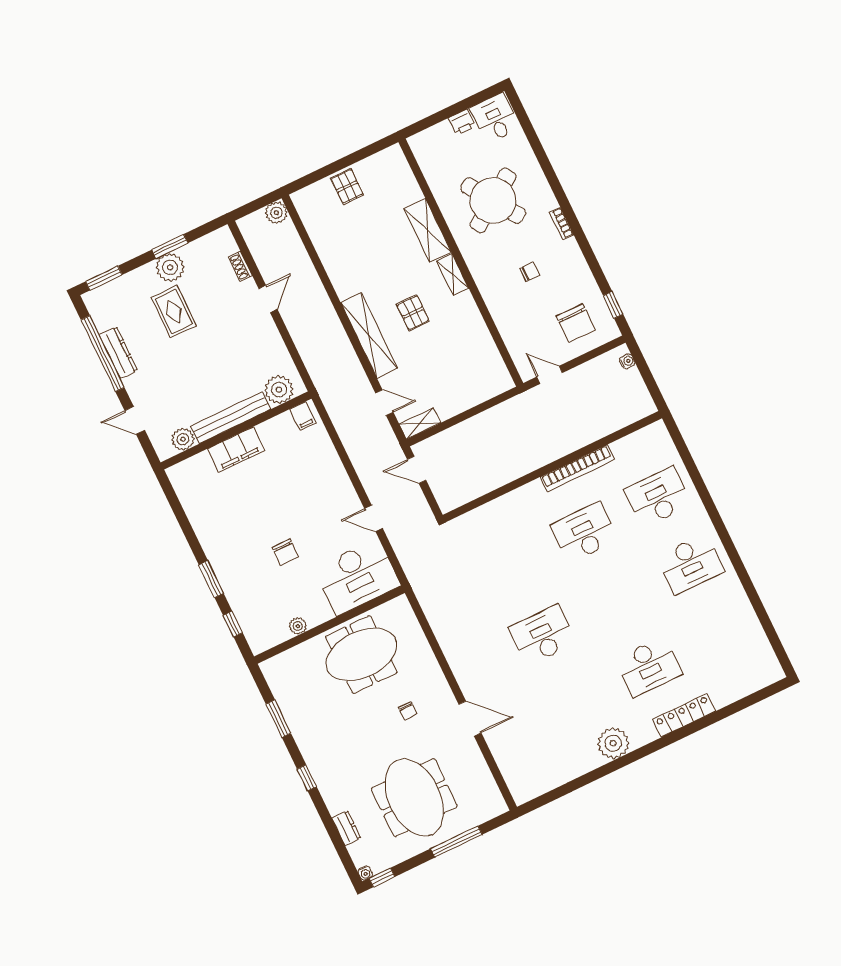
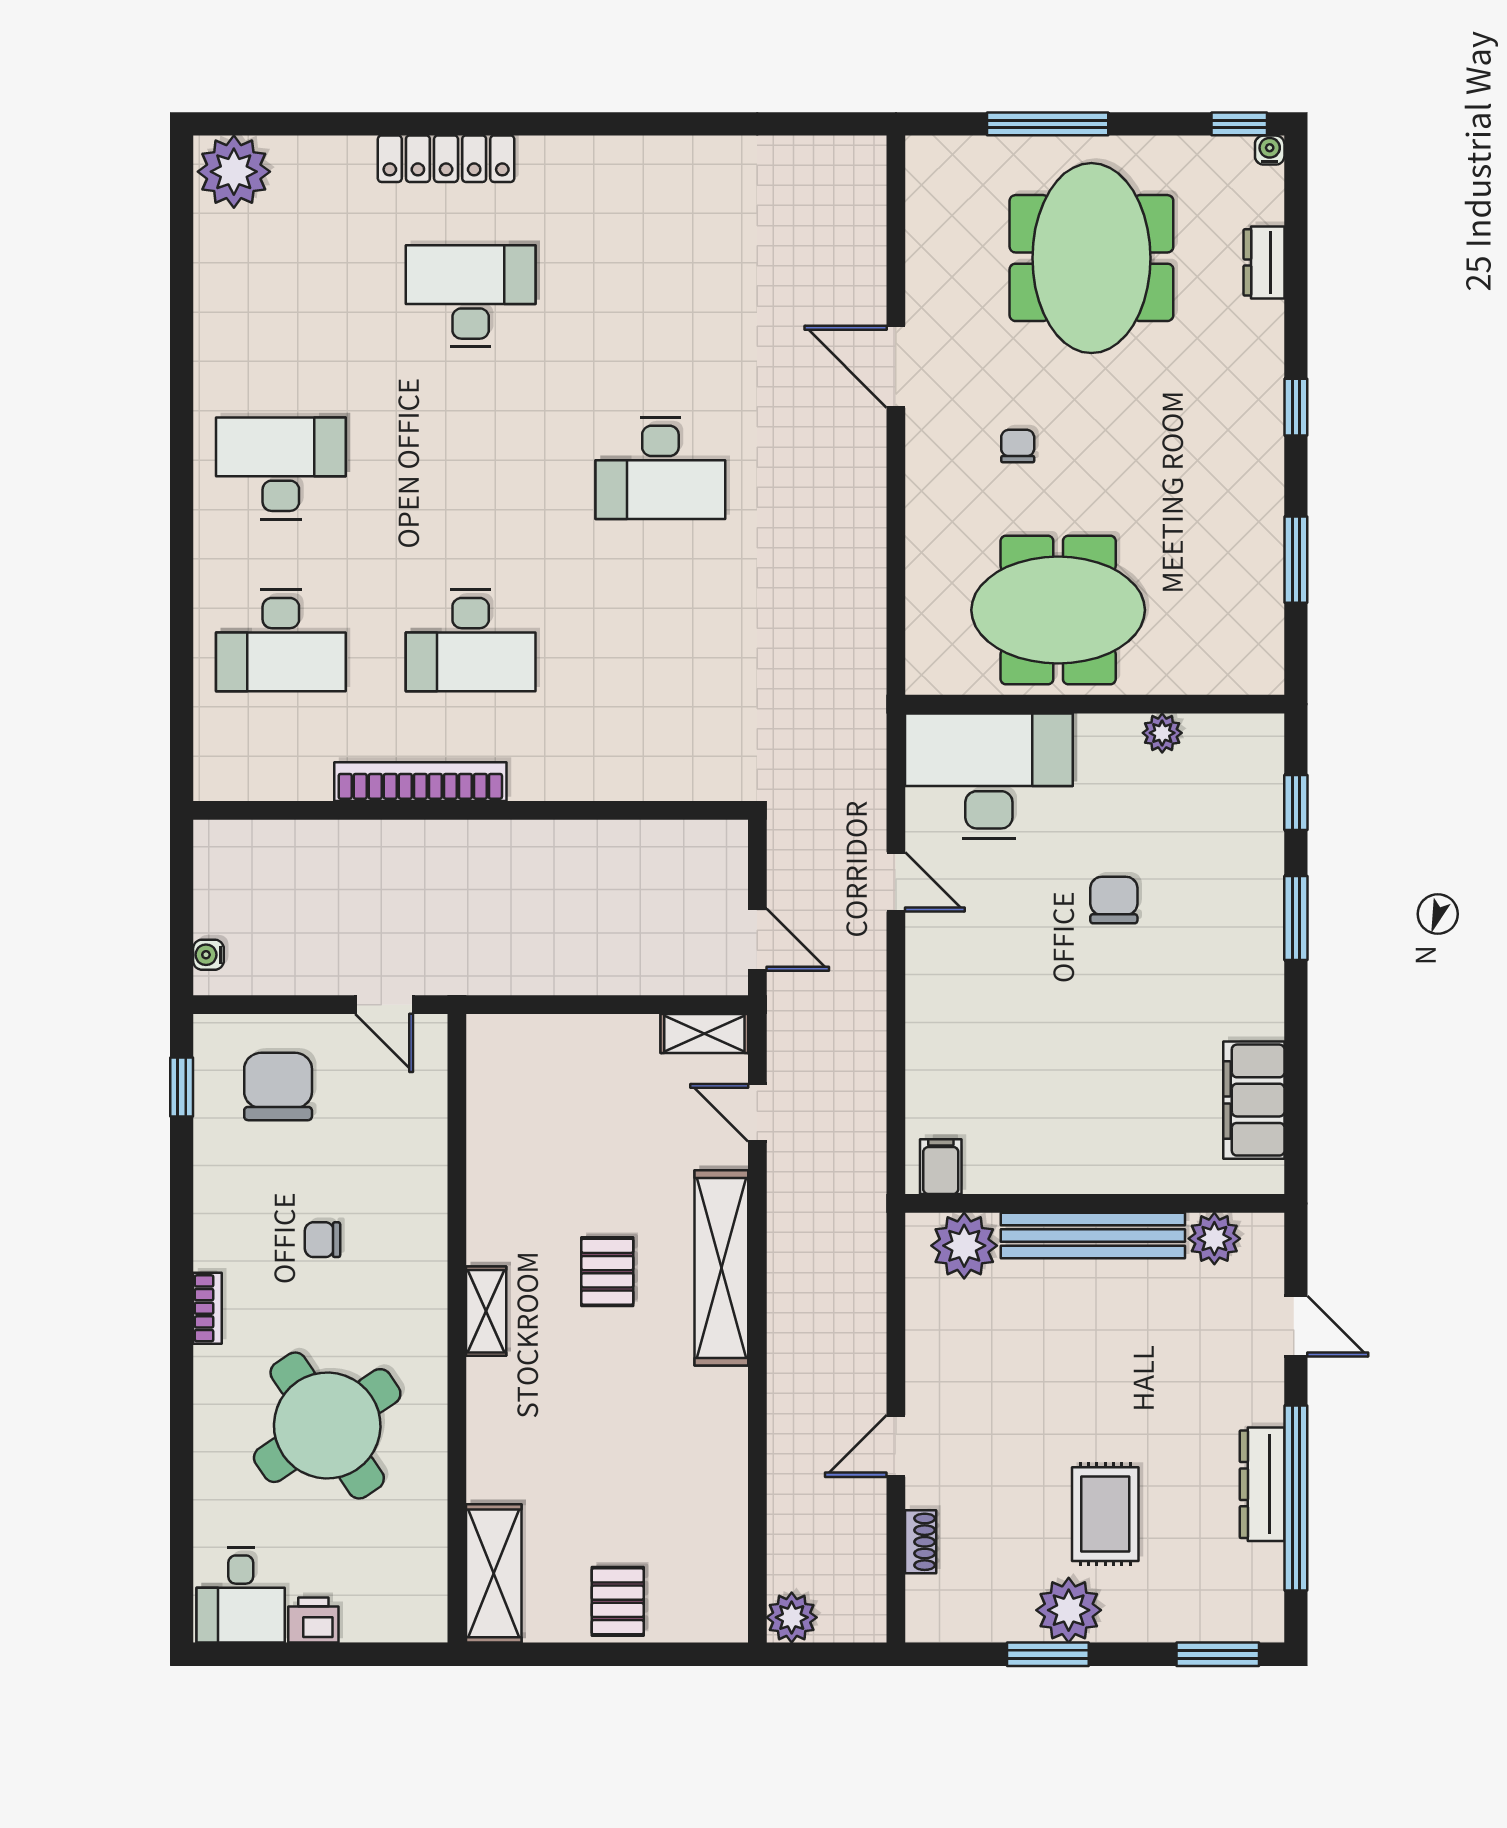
shelving: (428, 230) -> (494, 1573), moved
filing cabinet: (236, 450) -> (1254, 1100), moved, turned -90
plant: (613, 743) -> (234, 172), moved

